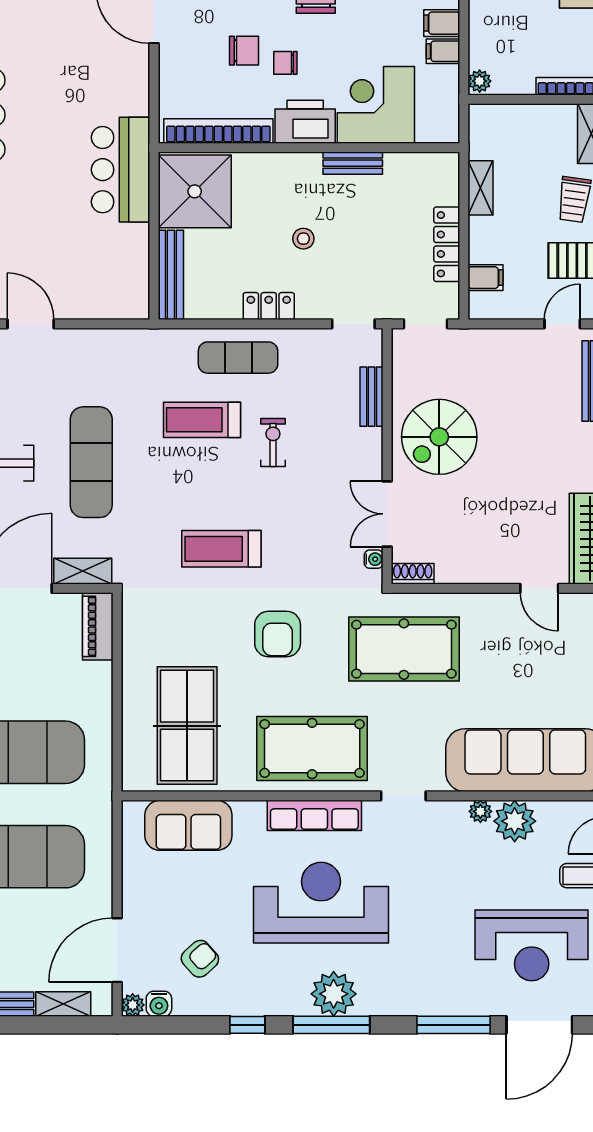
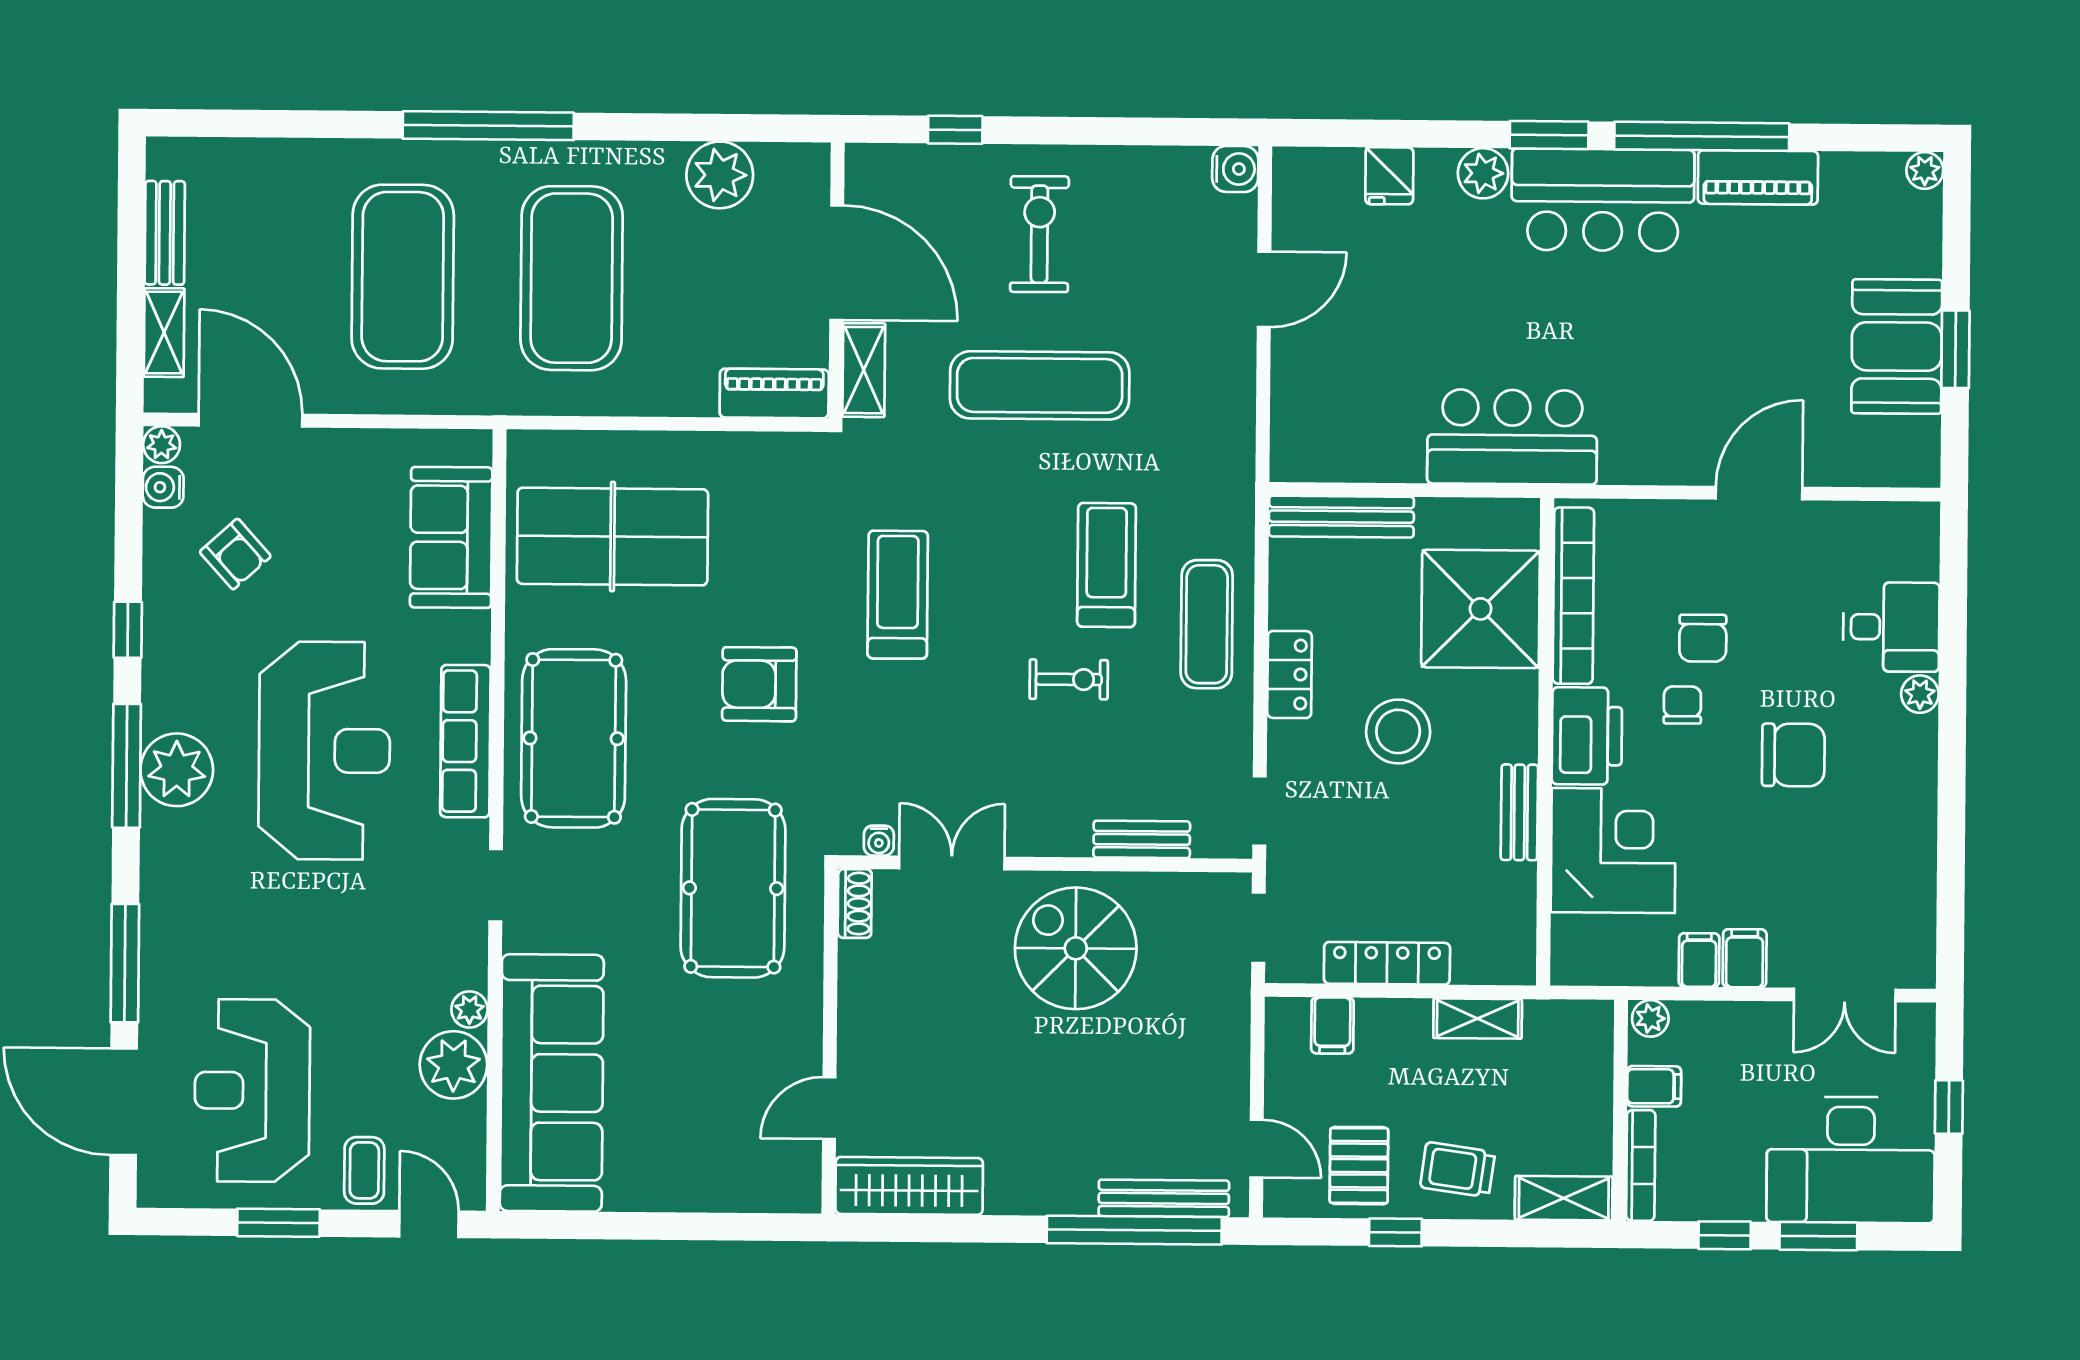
filing cabinet: (521, 78) -> (1654, 1086), added
shower: (195, 191) -> (1481, 609), moved
stool: (303, 239) -> (1398, 731), width x1.89, depth x1.89

